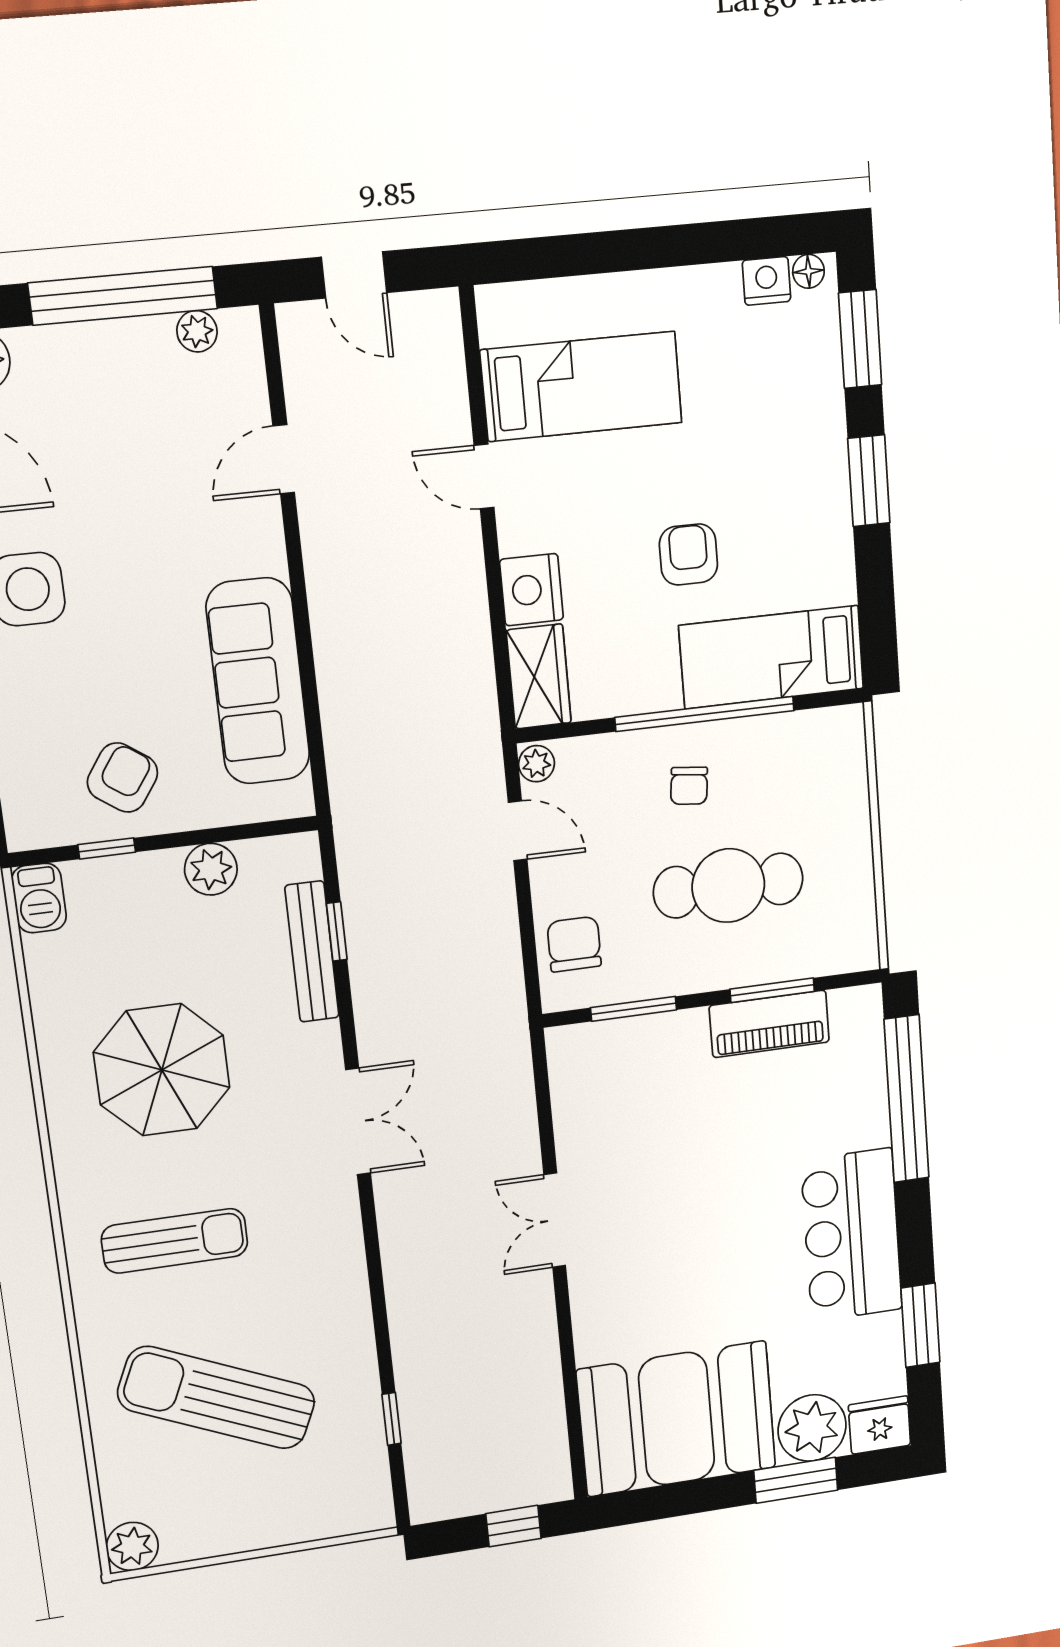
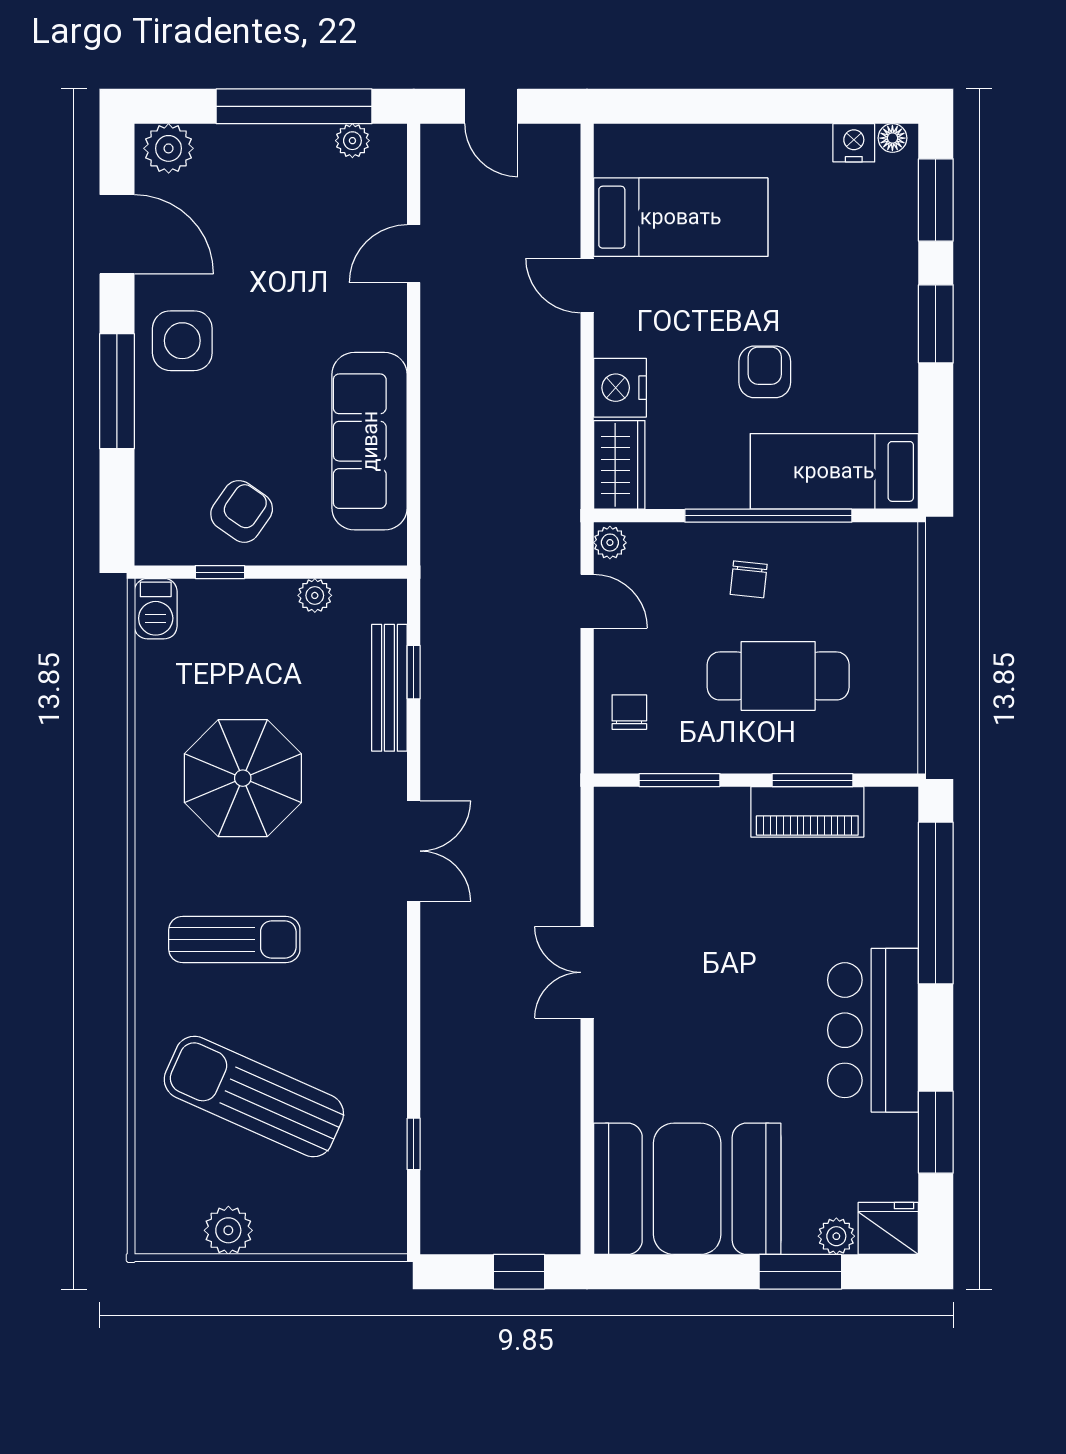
plant: (211, 869) -> (315, 595), width x0.73, depth x0.73
chair: (574, 944) -> (629, 712), width x0.73, depth x0.73
plant: (812, 1428) -> (836, 1236), width x0.53, depth x0.53
plant: (132, 1546) -> (228, 1230), moved

